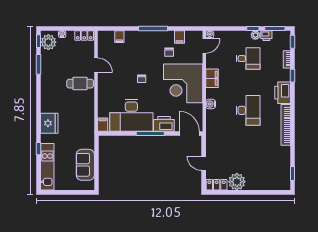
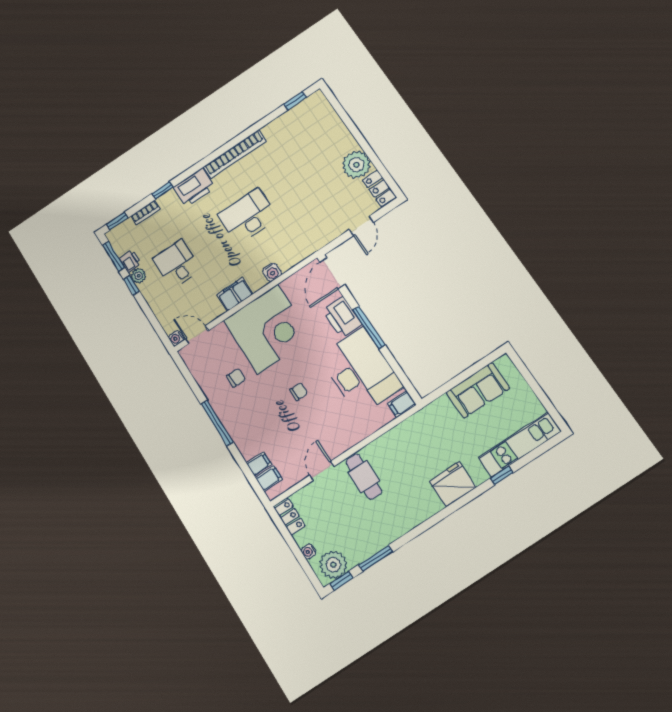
filing cabinet: (179, 37) -> (269, 478), moved

